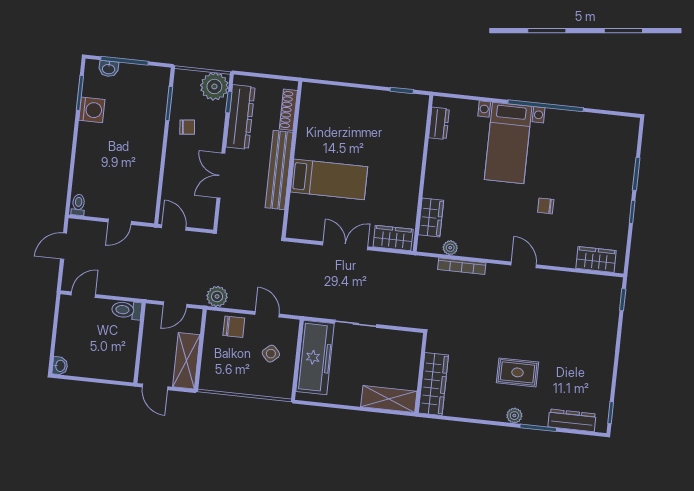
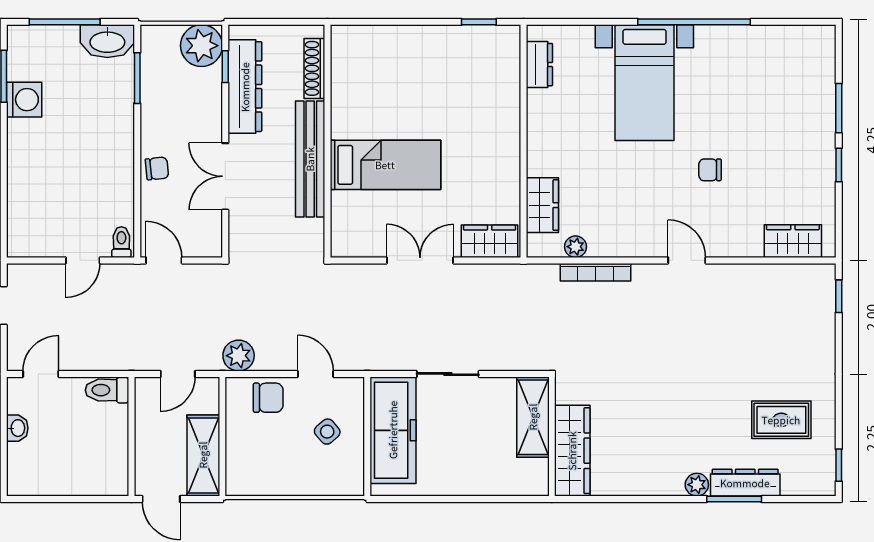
washbasin: (109, 69) -> (107, 41), moved, width x1.91, depth x1.45
chair: (187, 127) -> (157, 168), moved
toilet: (78, 205) -> (121, 242), moved
washbasin: (60, 366) -> (17, 428), moved
rug: (517, 372) -> (781, 420), moved
shelving: (389, 399) -> (533, 417), moved, turned 90
dresser: (572, 420) -> (745, 483), moved

